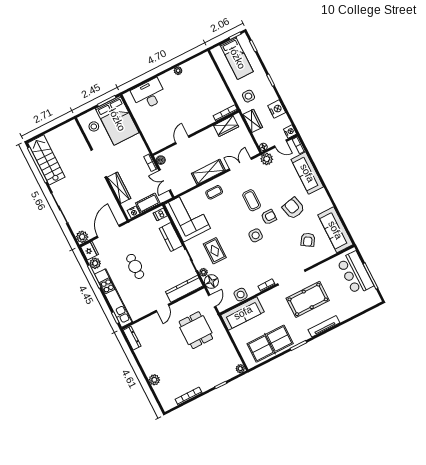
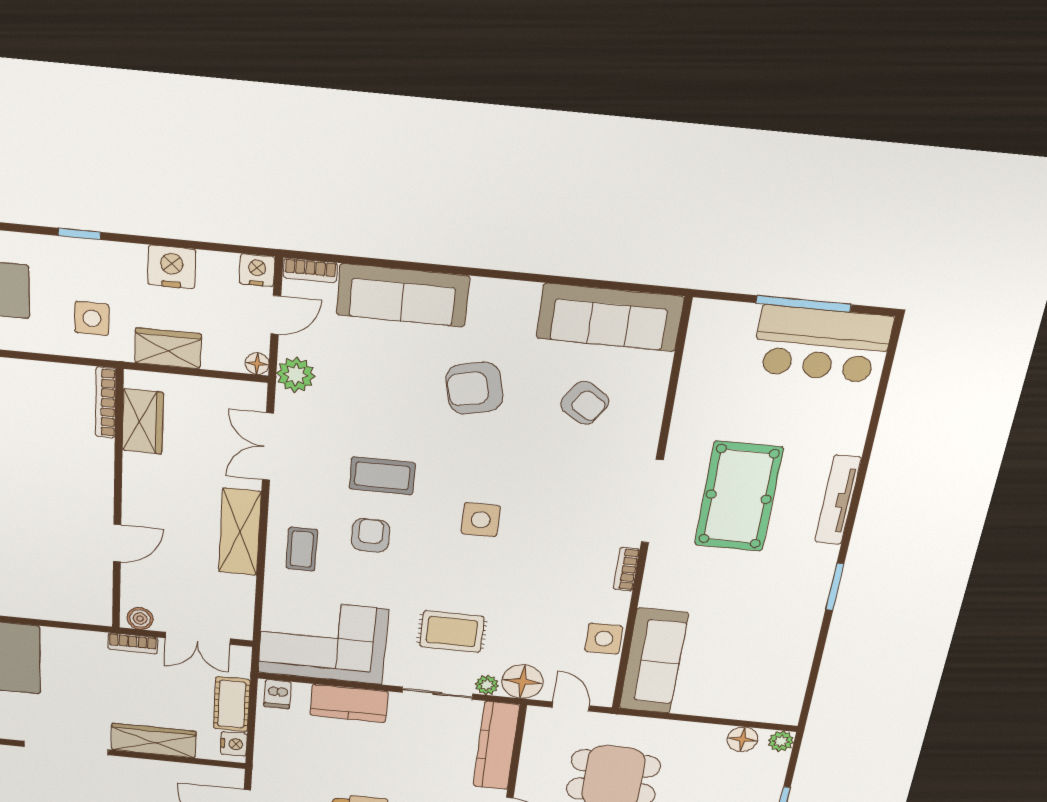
door: (182, 140) -> (117, 543), swing flipped
armchair: (269, 217) -> (370, 535), moved
bar counter: (355, 273) -> (822, 344), moved
table tennis table: (270, 344) -> (777, 645), removed
floor lamp: (234, 357) -> (743, 739), added

